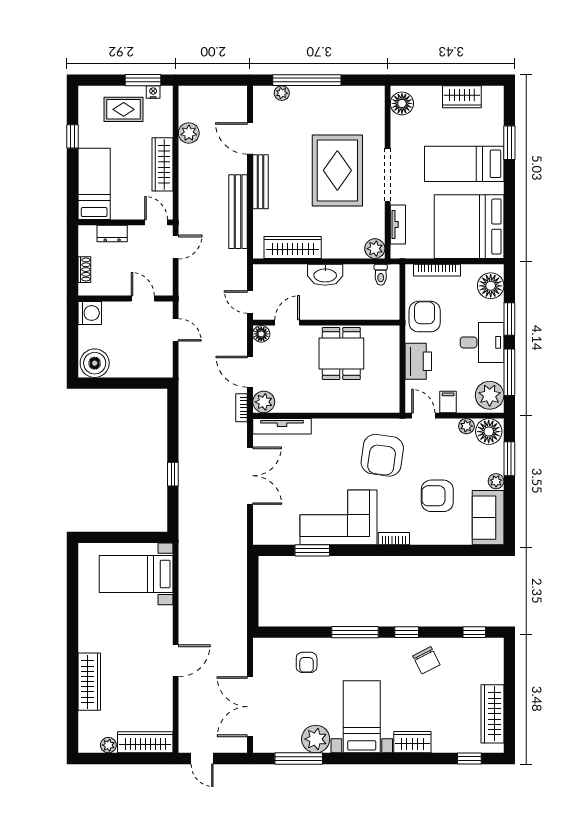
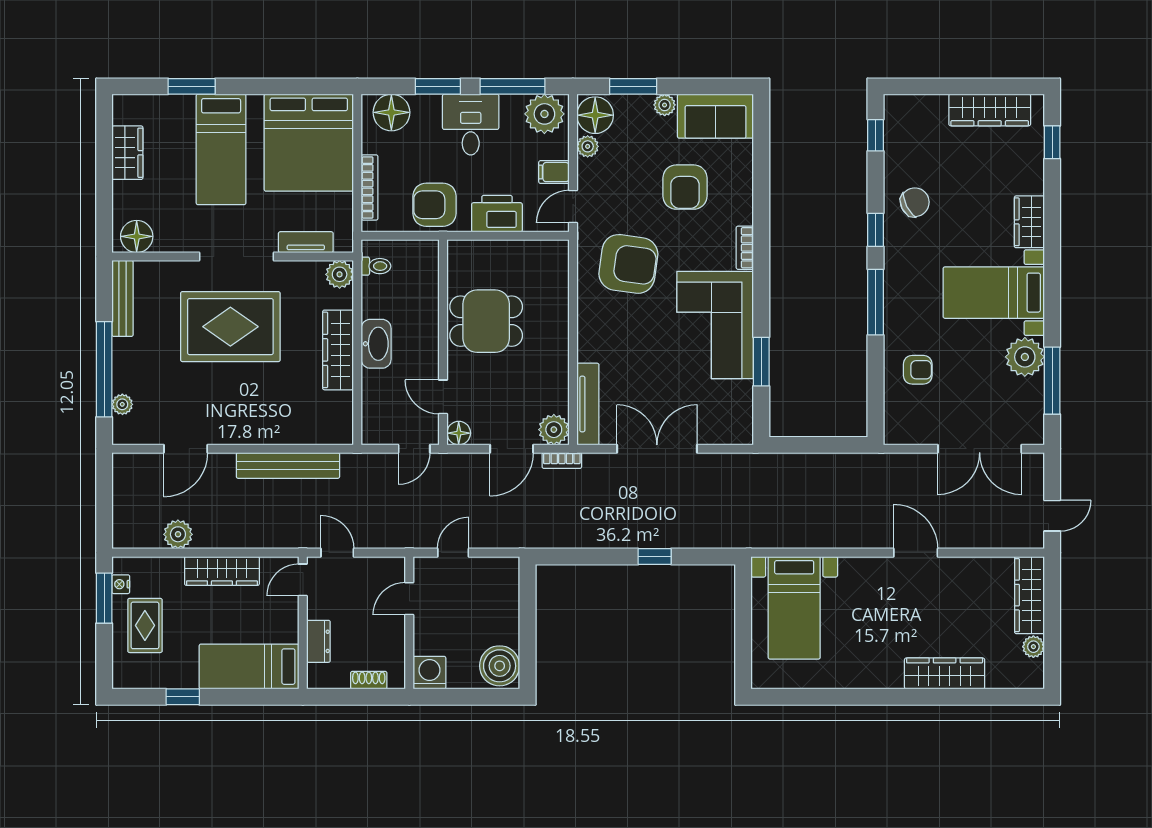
bench: (260, 182) -> (123, 298), moved, turned 90
wardrobe: (293, 248) -> (338, 350), moved

